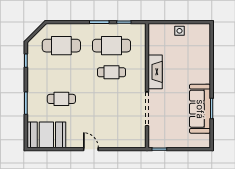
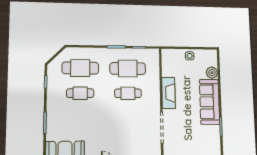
plant: (204, 49) -> (212, 73), added
cafe table: (61, 99) -> (80, 93), moved
sofa: (200, 109) -> (210, 102), moved

